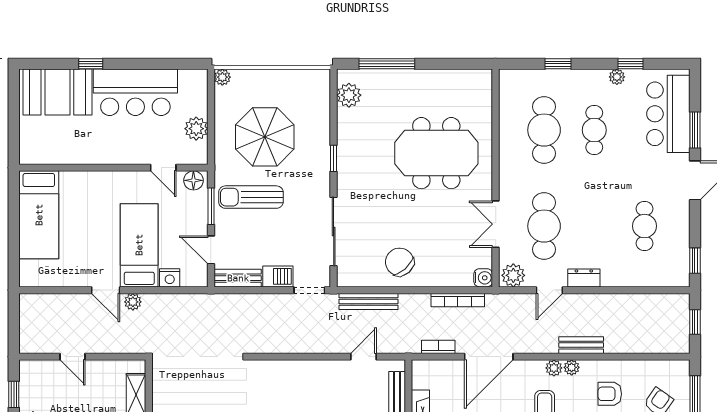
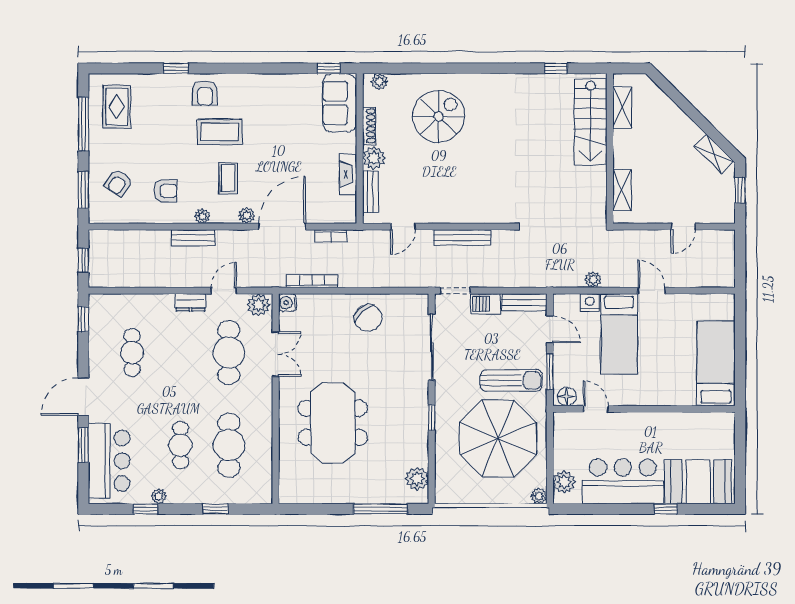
plant: (196, 129) -> (564, 482), moved
parasol: (265, 137) -> (498, 438), width x1.36, depth x1.36
meeting table: (436, 153) -> (333, 423), turned 90
plant: (133, 302) -> (593, 280), moved
bench: (369, 302) -> (462, 238), moved
door: (73, 357) -> (683, 227), swing flipped
plant: (554, 368) -> (247, 216), moved

